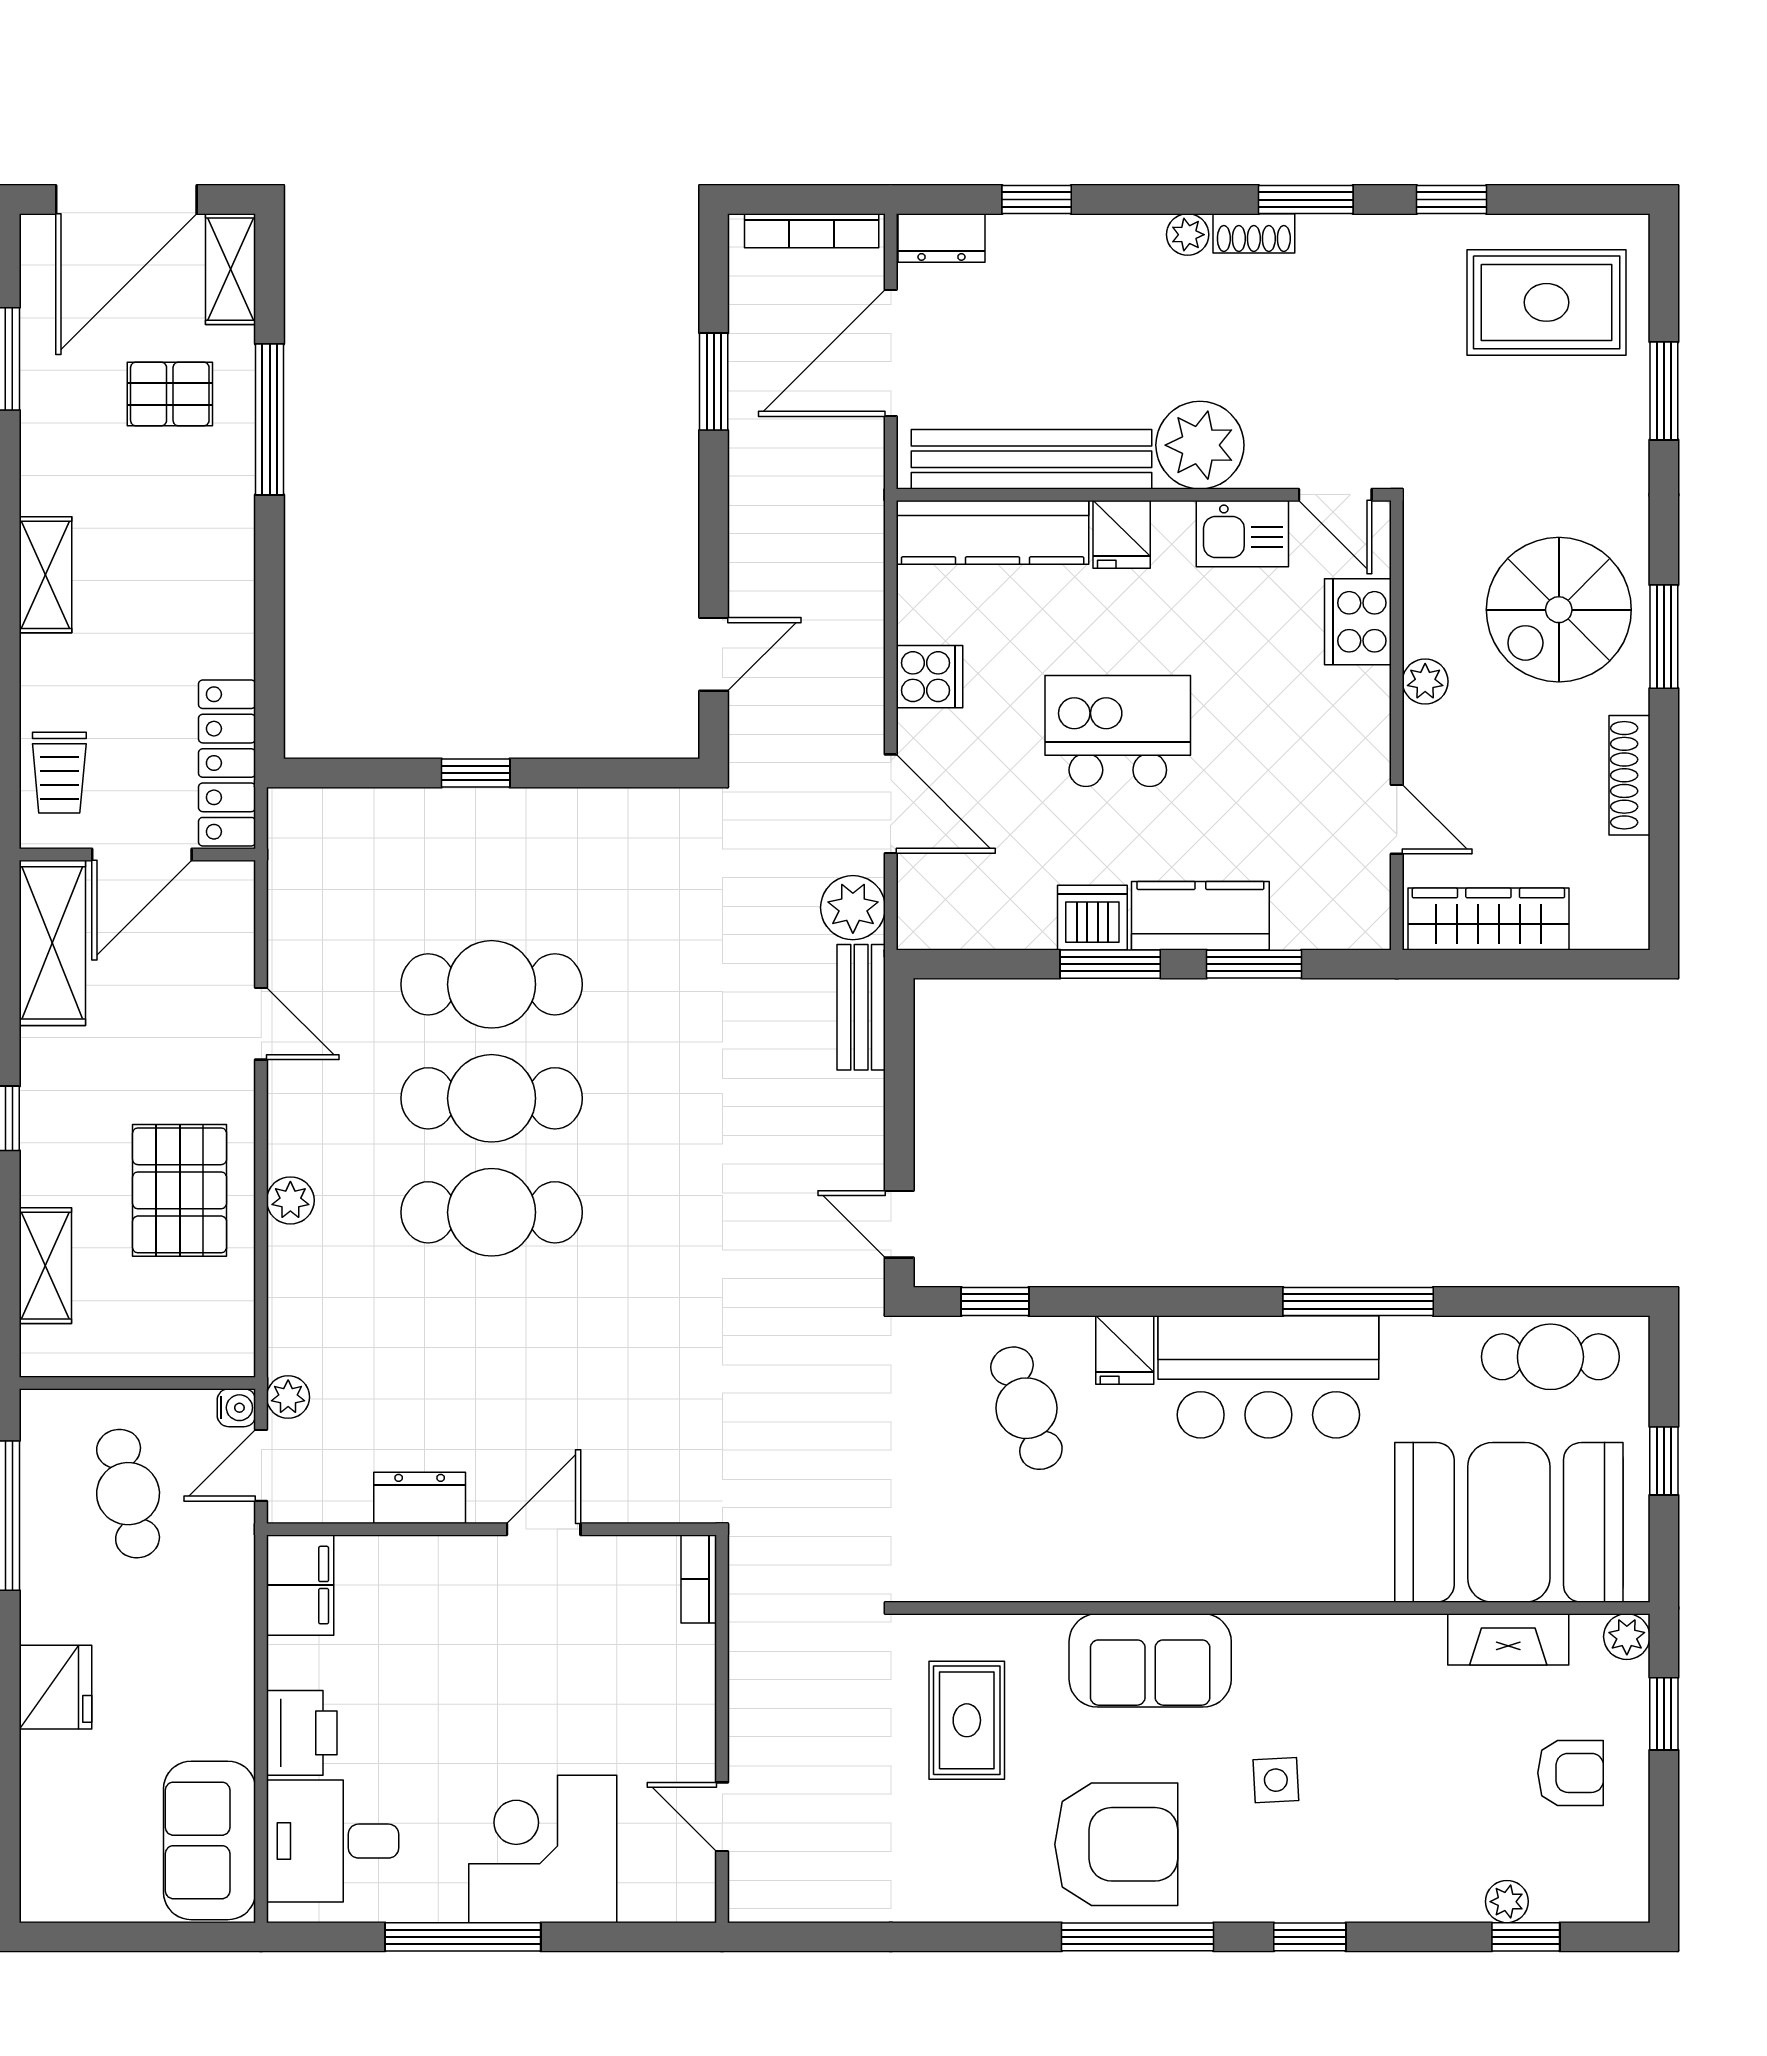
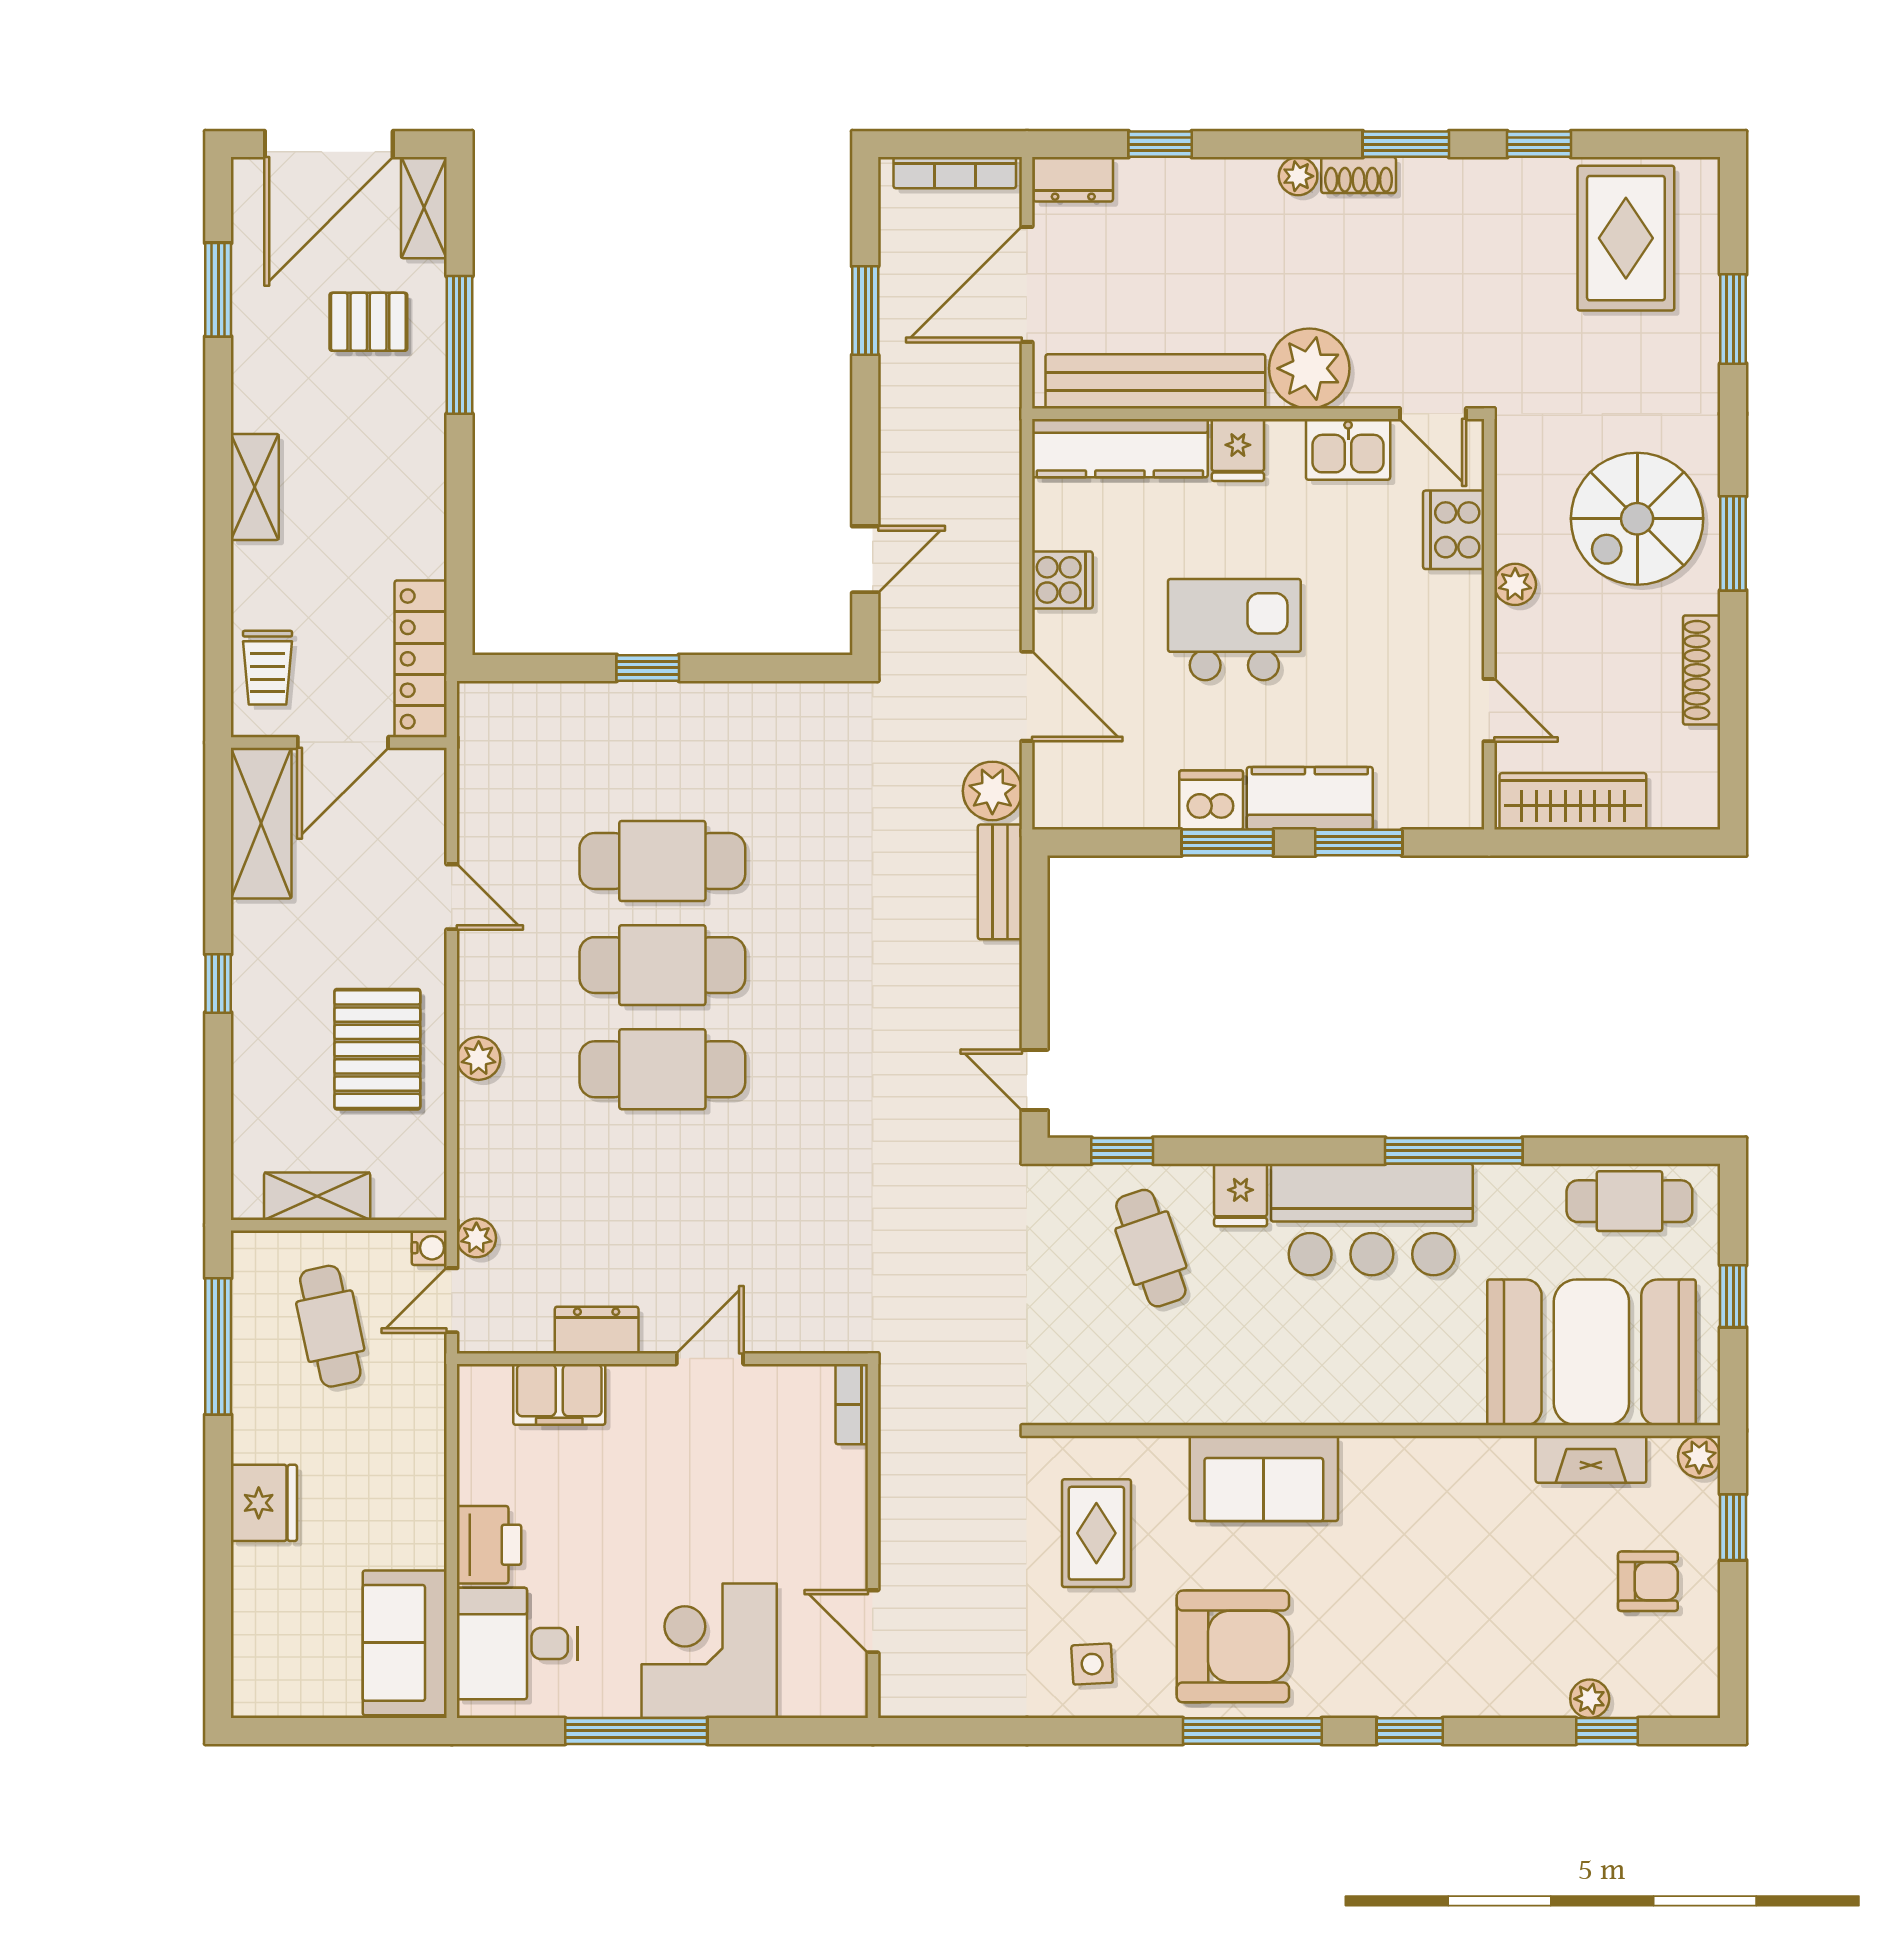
rug: (1547, 302) -> (1626, 238), turned 90
shelving: (45, 1266) -> (317, 1196), moved, turned 90
filing cabinet: (300, 1585) -> (559, 1394), moved, turned 90
side table: (1276, 1780) -> (1092, 1664), moved

